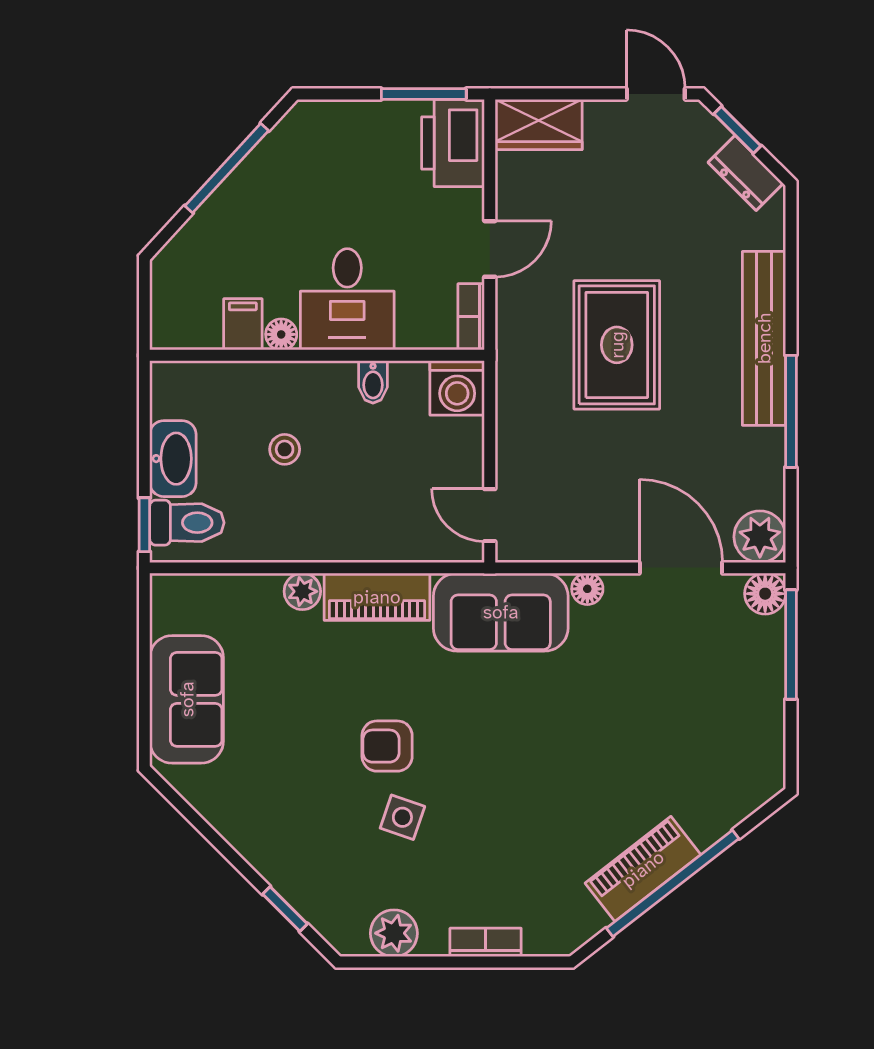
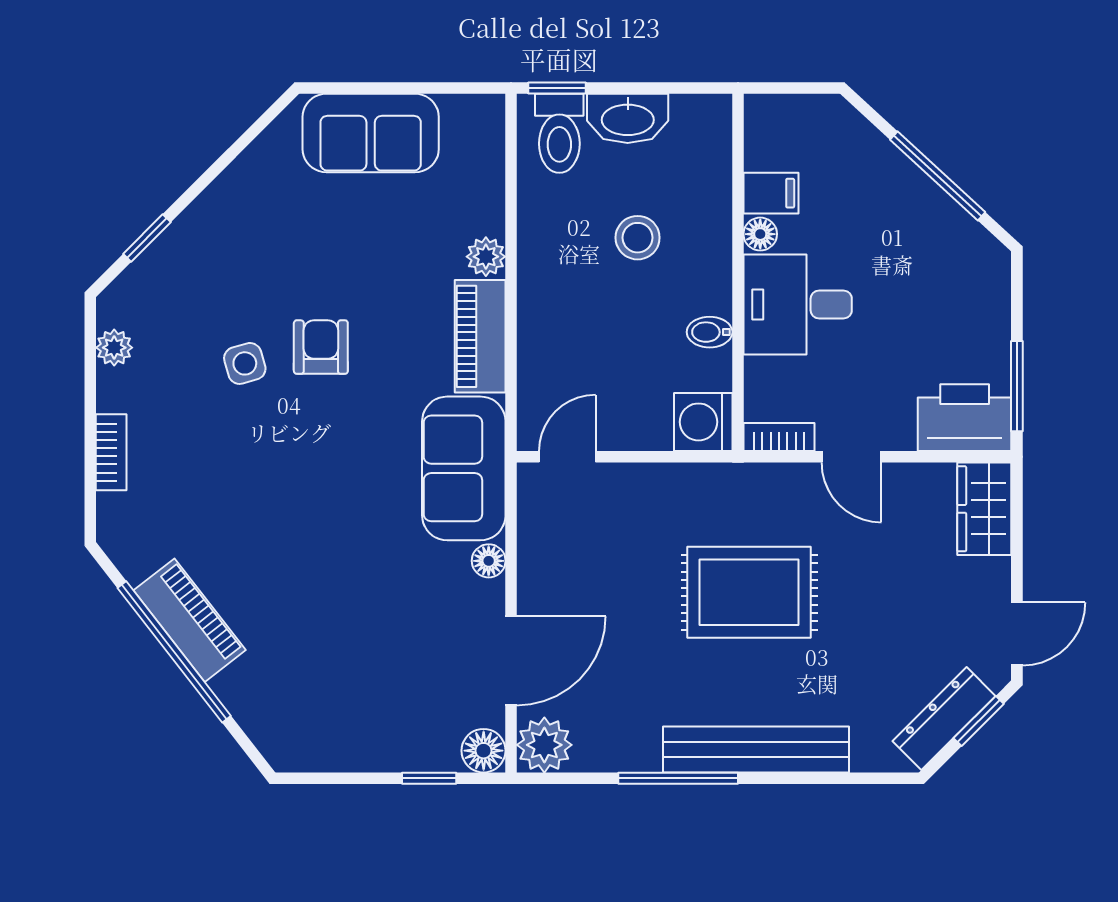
dresser: (746, 173) -> (944, 719), width x1.44
stool: (285, 449) -> (638, 238), width x1.37, depth x1.37
window: (791, 645) -> (429, 778), width x0.46
side table: (402, 817) -> (245, 363), turned -35
plant: (394, 933) -> (114, 348), width x0.73, depth x0.73

